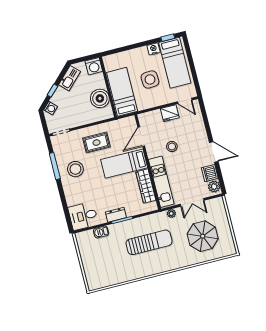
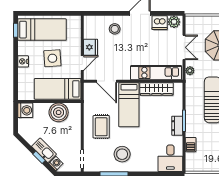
nightstand: (154, 49) -> (23, 61), moved
kitchen sink: (69, 78) -> (44, 150), moved
door: (185, 101) -> (82, 63), moved
stool: (172, 147) -> (115, 29), moved

